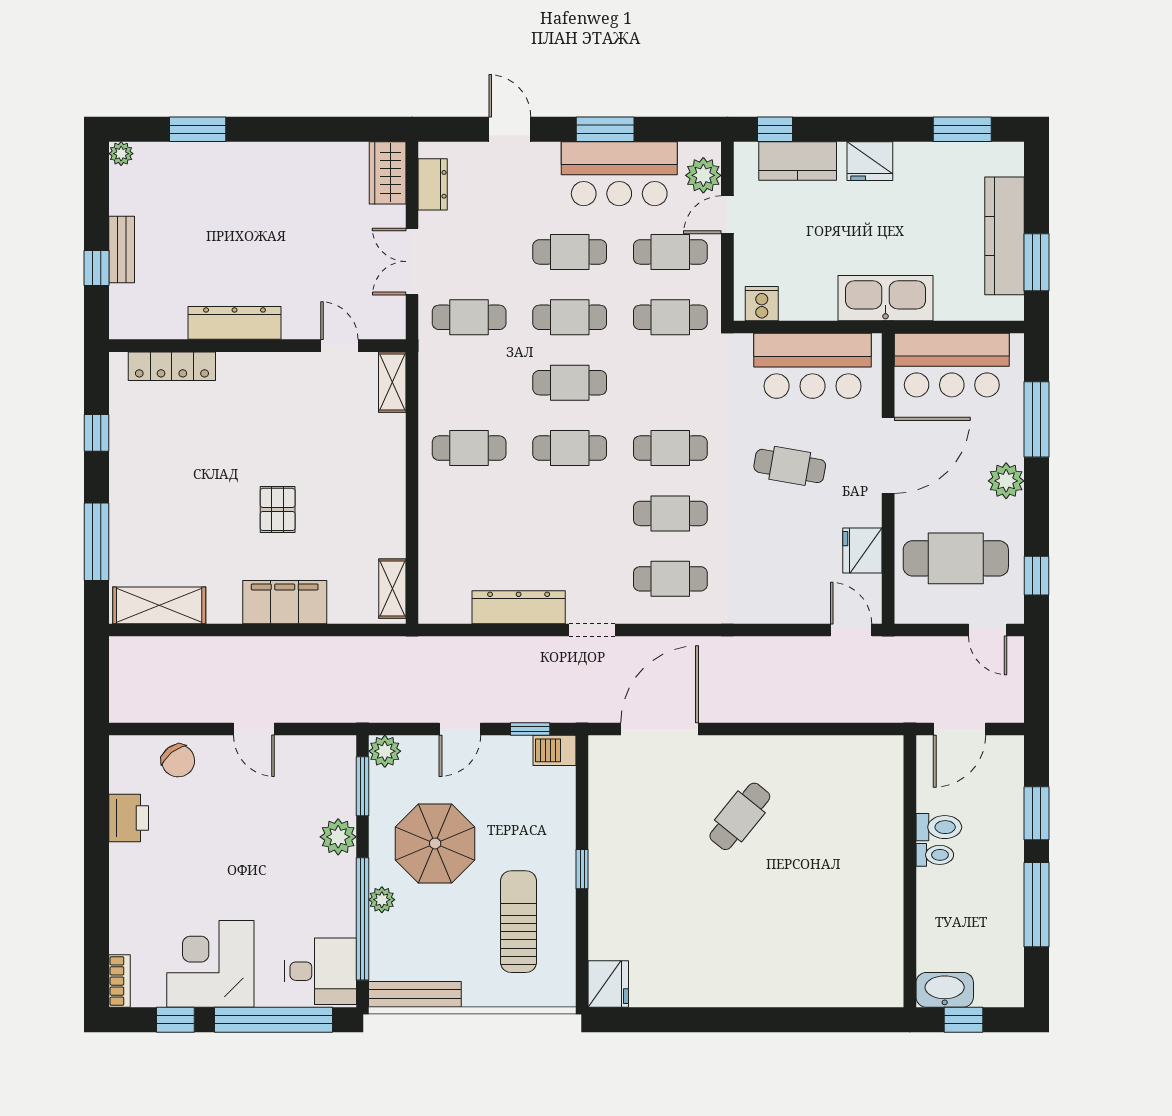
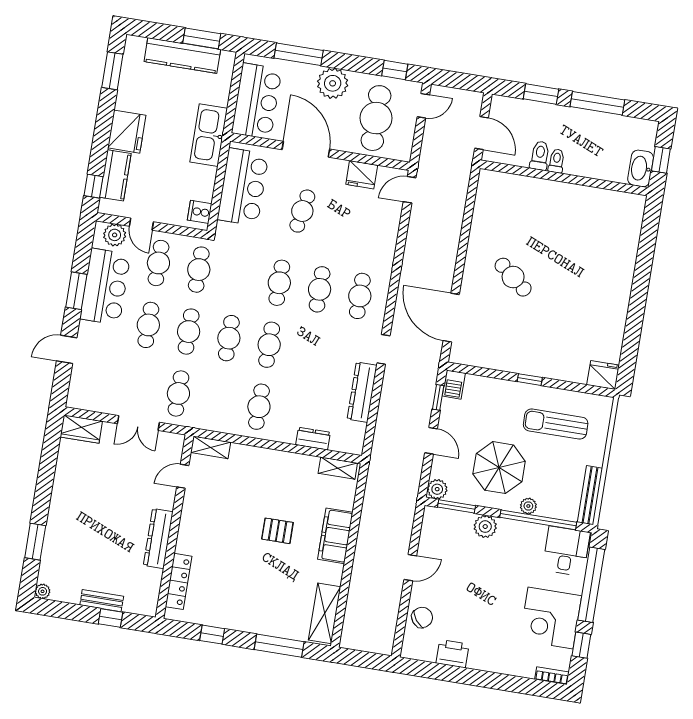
fridge: (870, 161) -> (127, 132), width x1.36, depth x1.34
dresser: (433, 184) -> (313, 439), moved
plant: (1006, 481) -> (333, 83), width x1.36, depth x1.36

